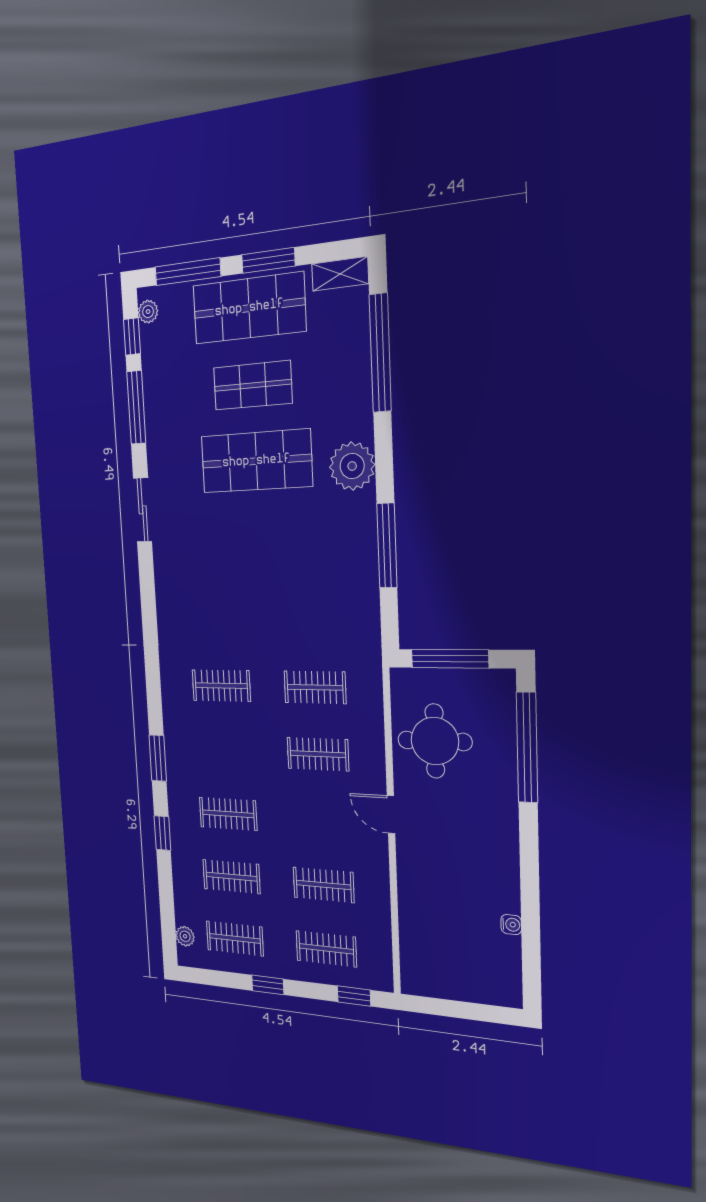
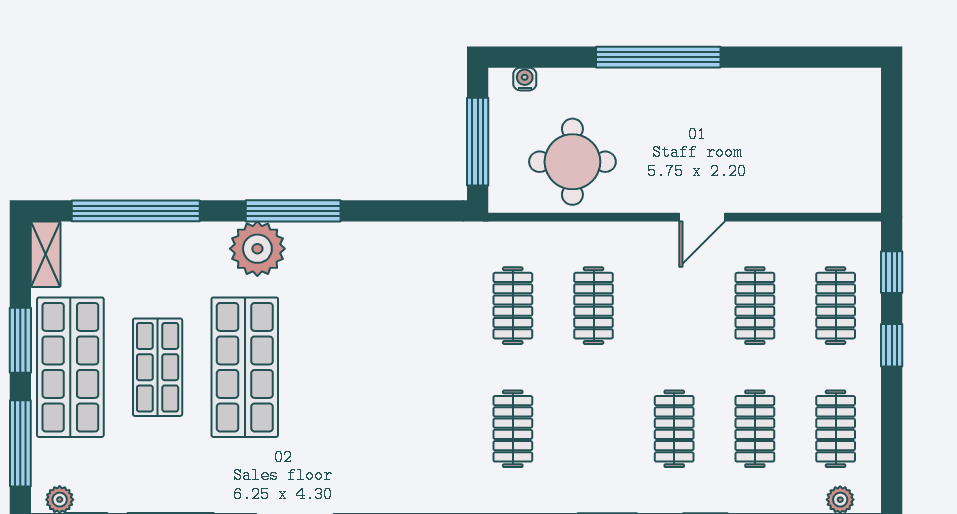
window: (387, 546) -> (293, 211), moved
window: (527, 748) -> (658, 57), moved
door: (391, 815) -> (702, 217), moved
water cooler: (511, 925) -> (525, 79), moved
window: (268, 985) -> (892, 345), moved

